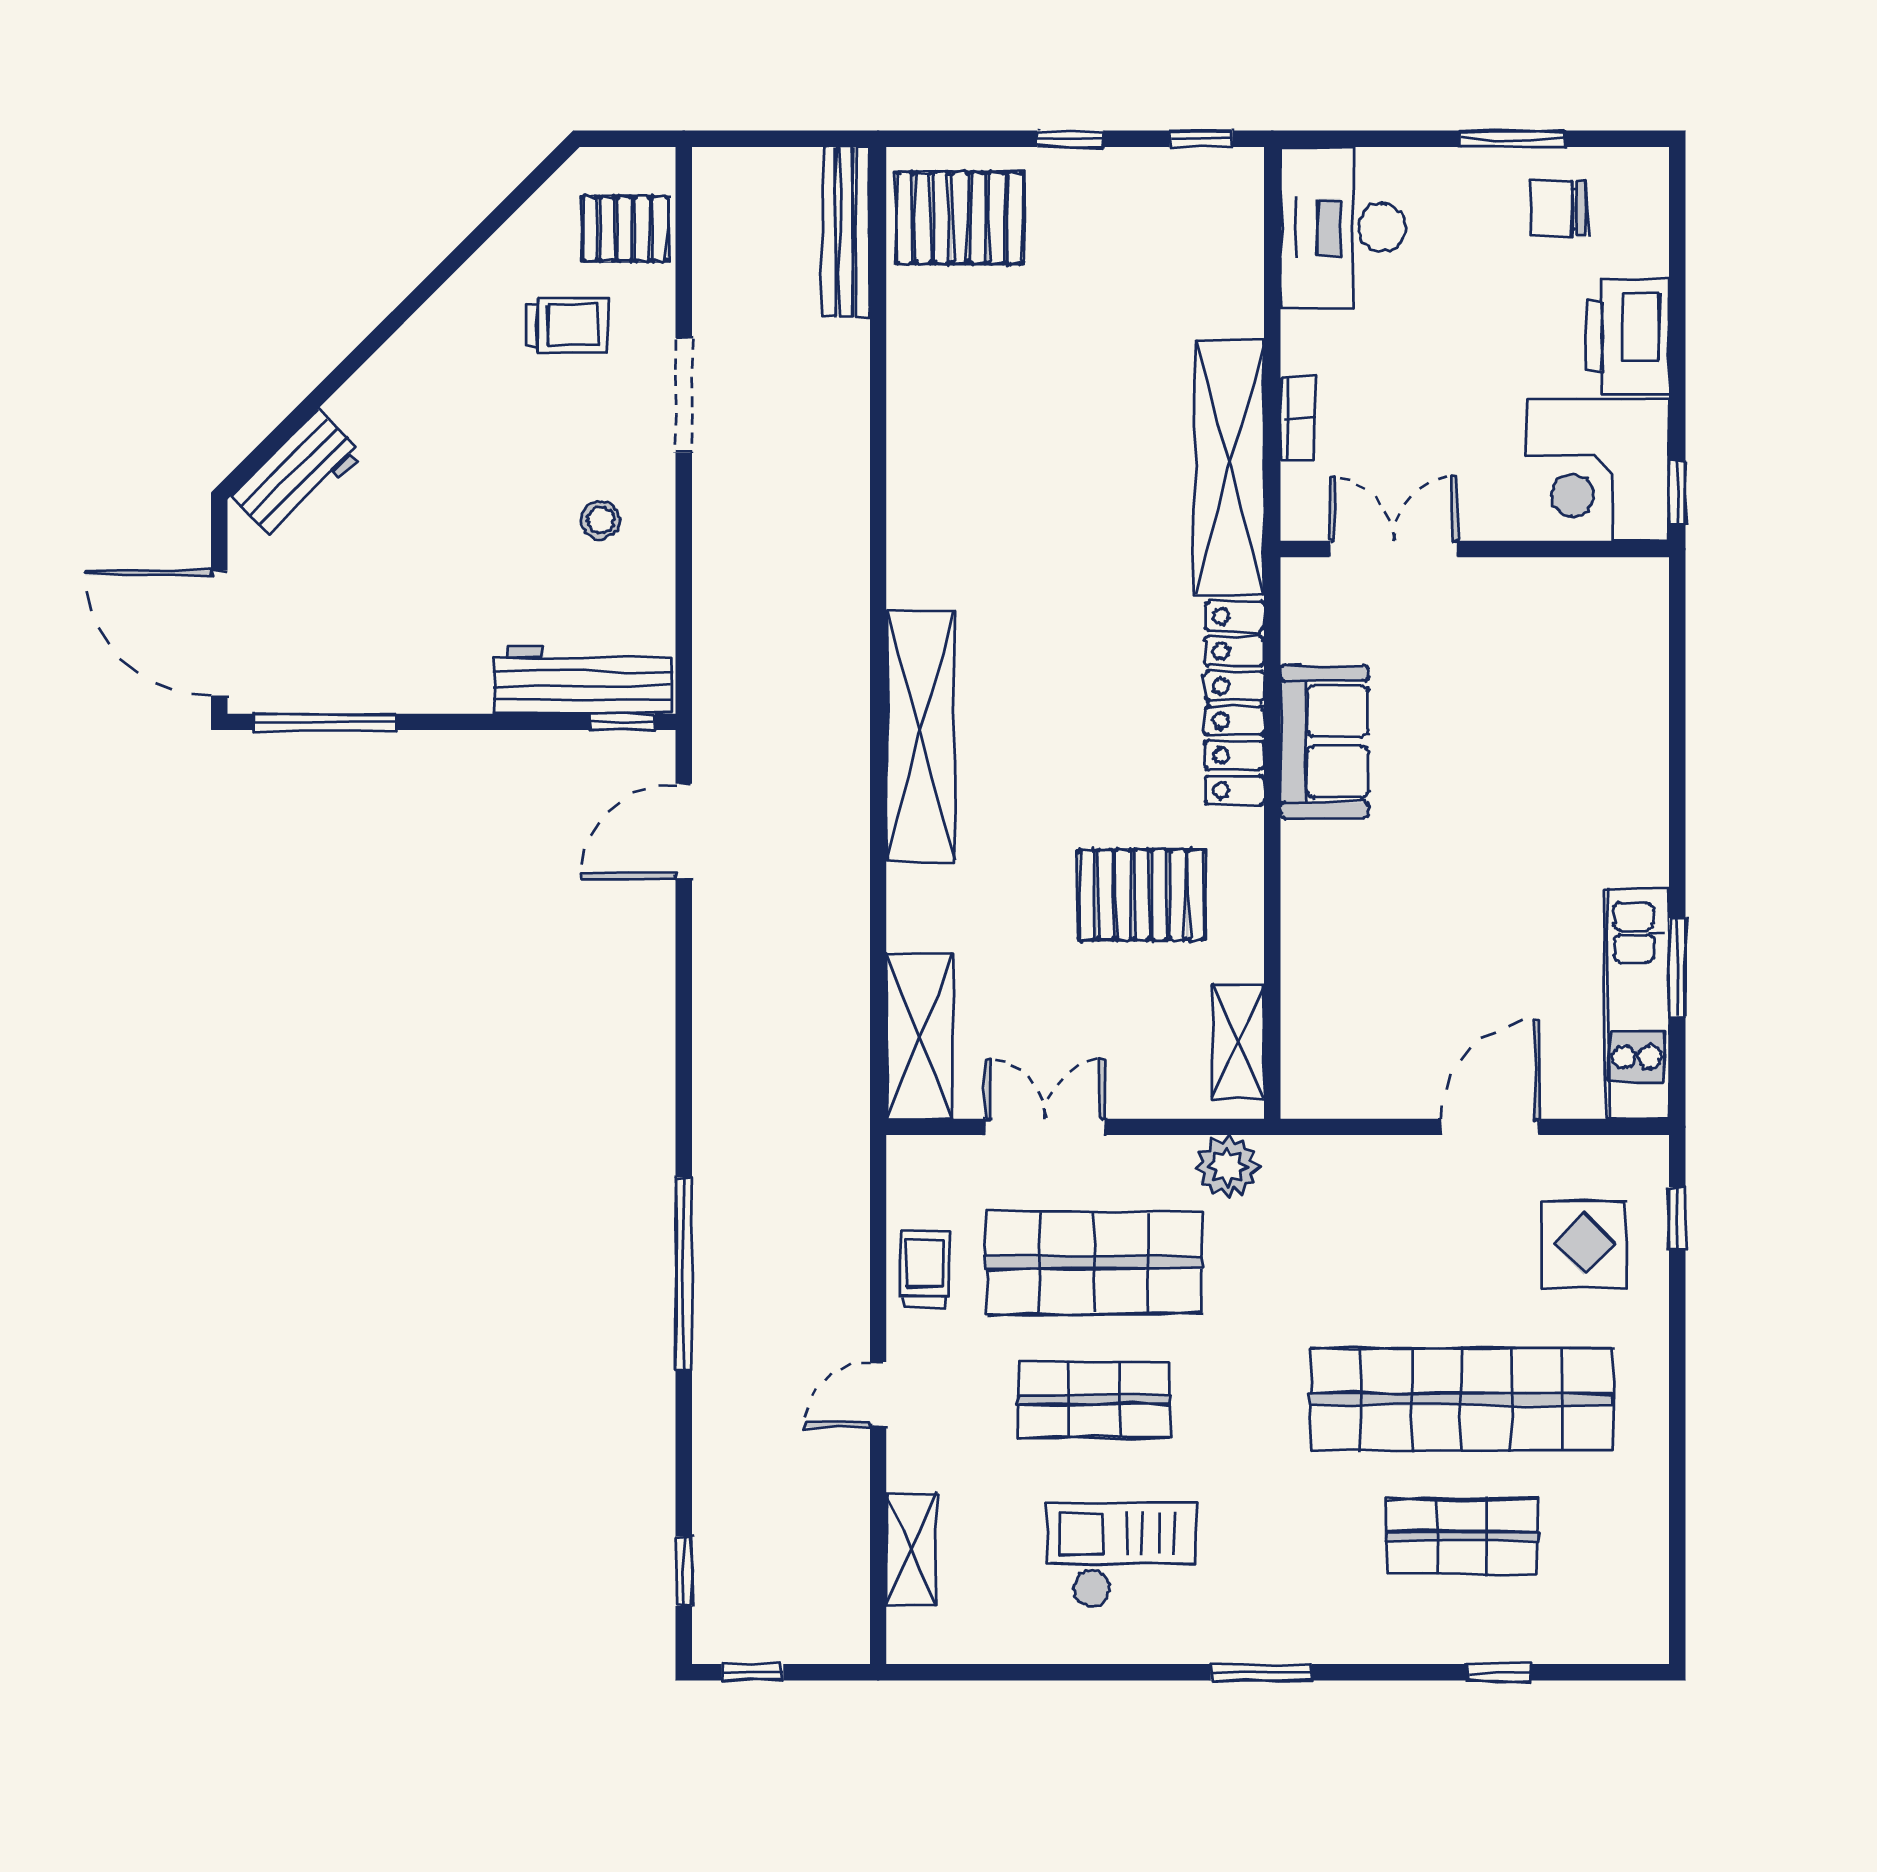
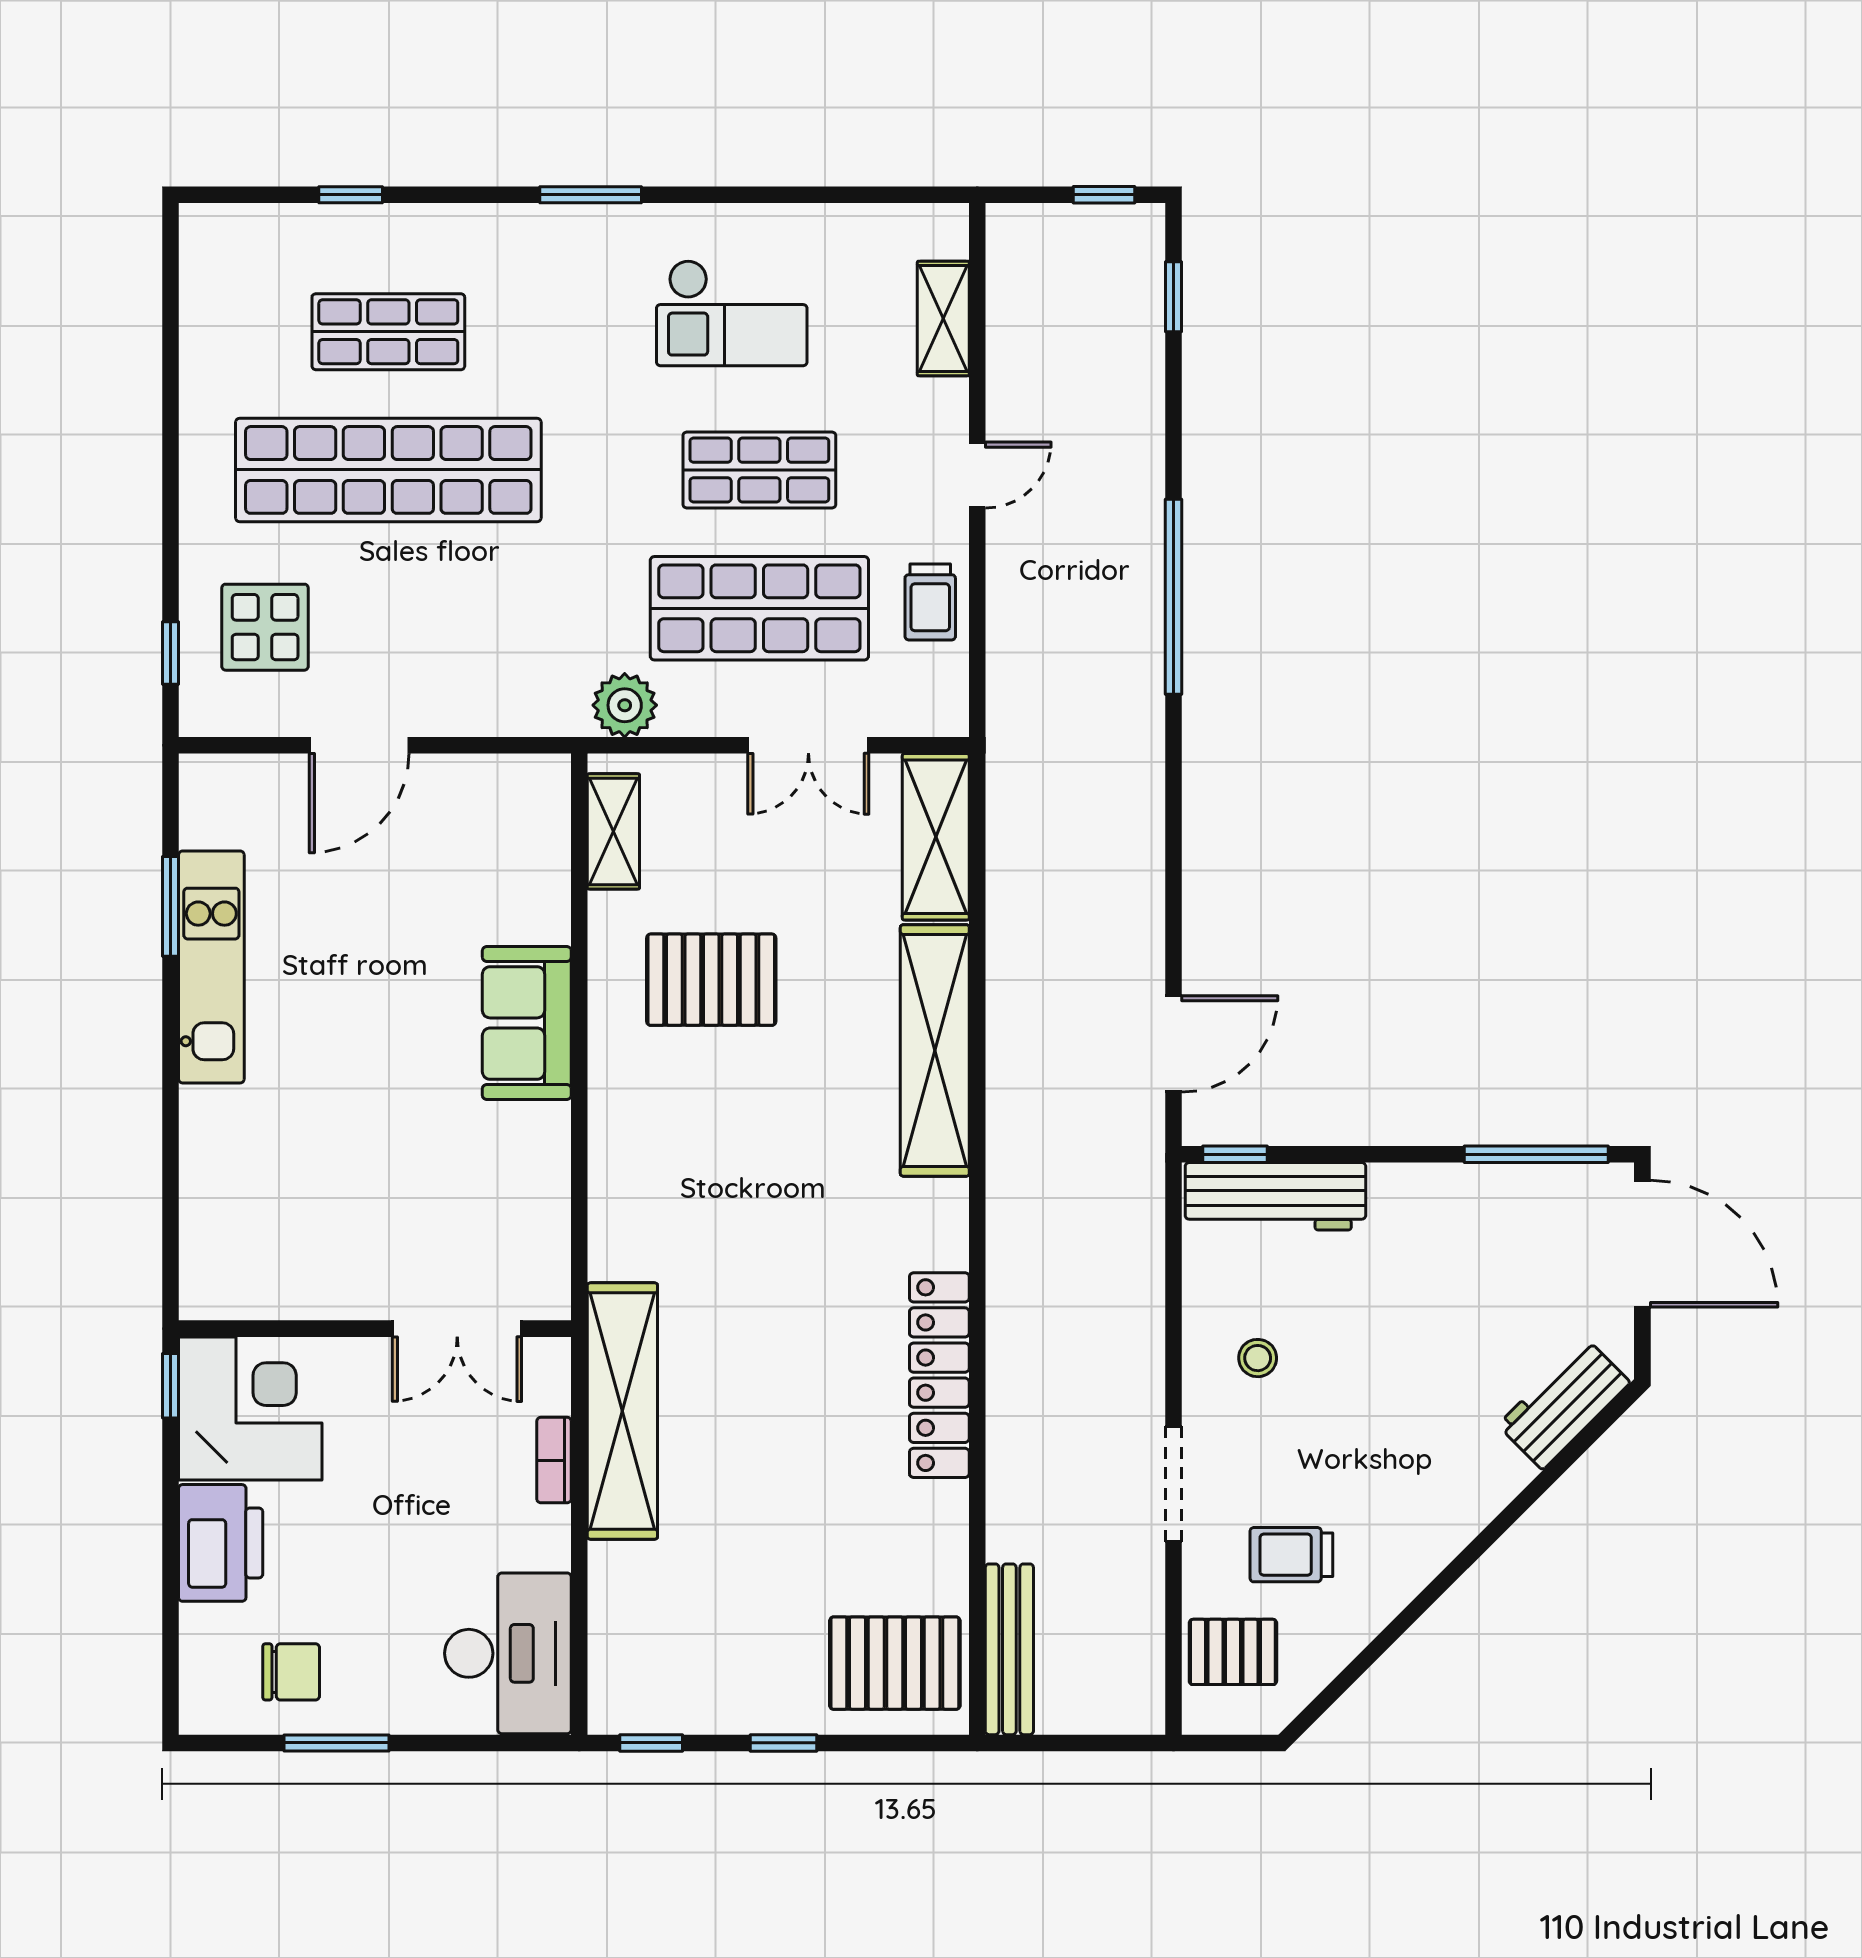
locker: (1235, 703) -> (939, 1375), moved, turned 180
shelving: (920, 736) -> (935, 1050), moved
sofa: (1324, 742) -> (527, 1023), moved
kitchen unit: (1637, 1004) -> (211, 967), moved

